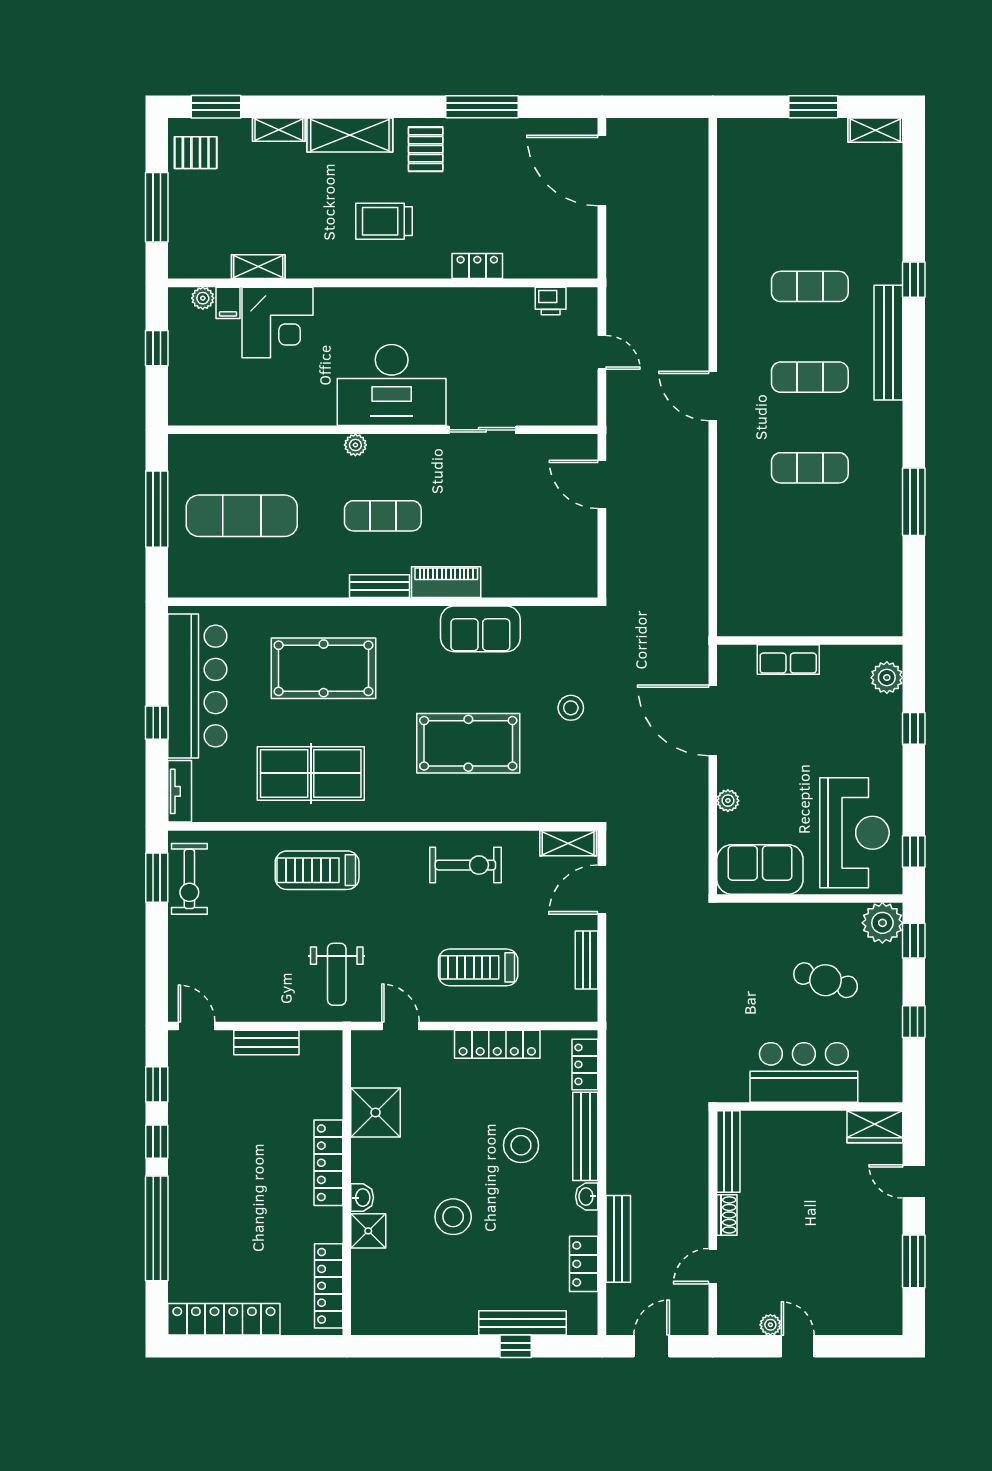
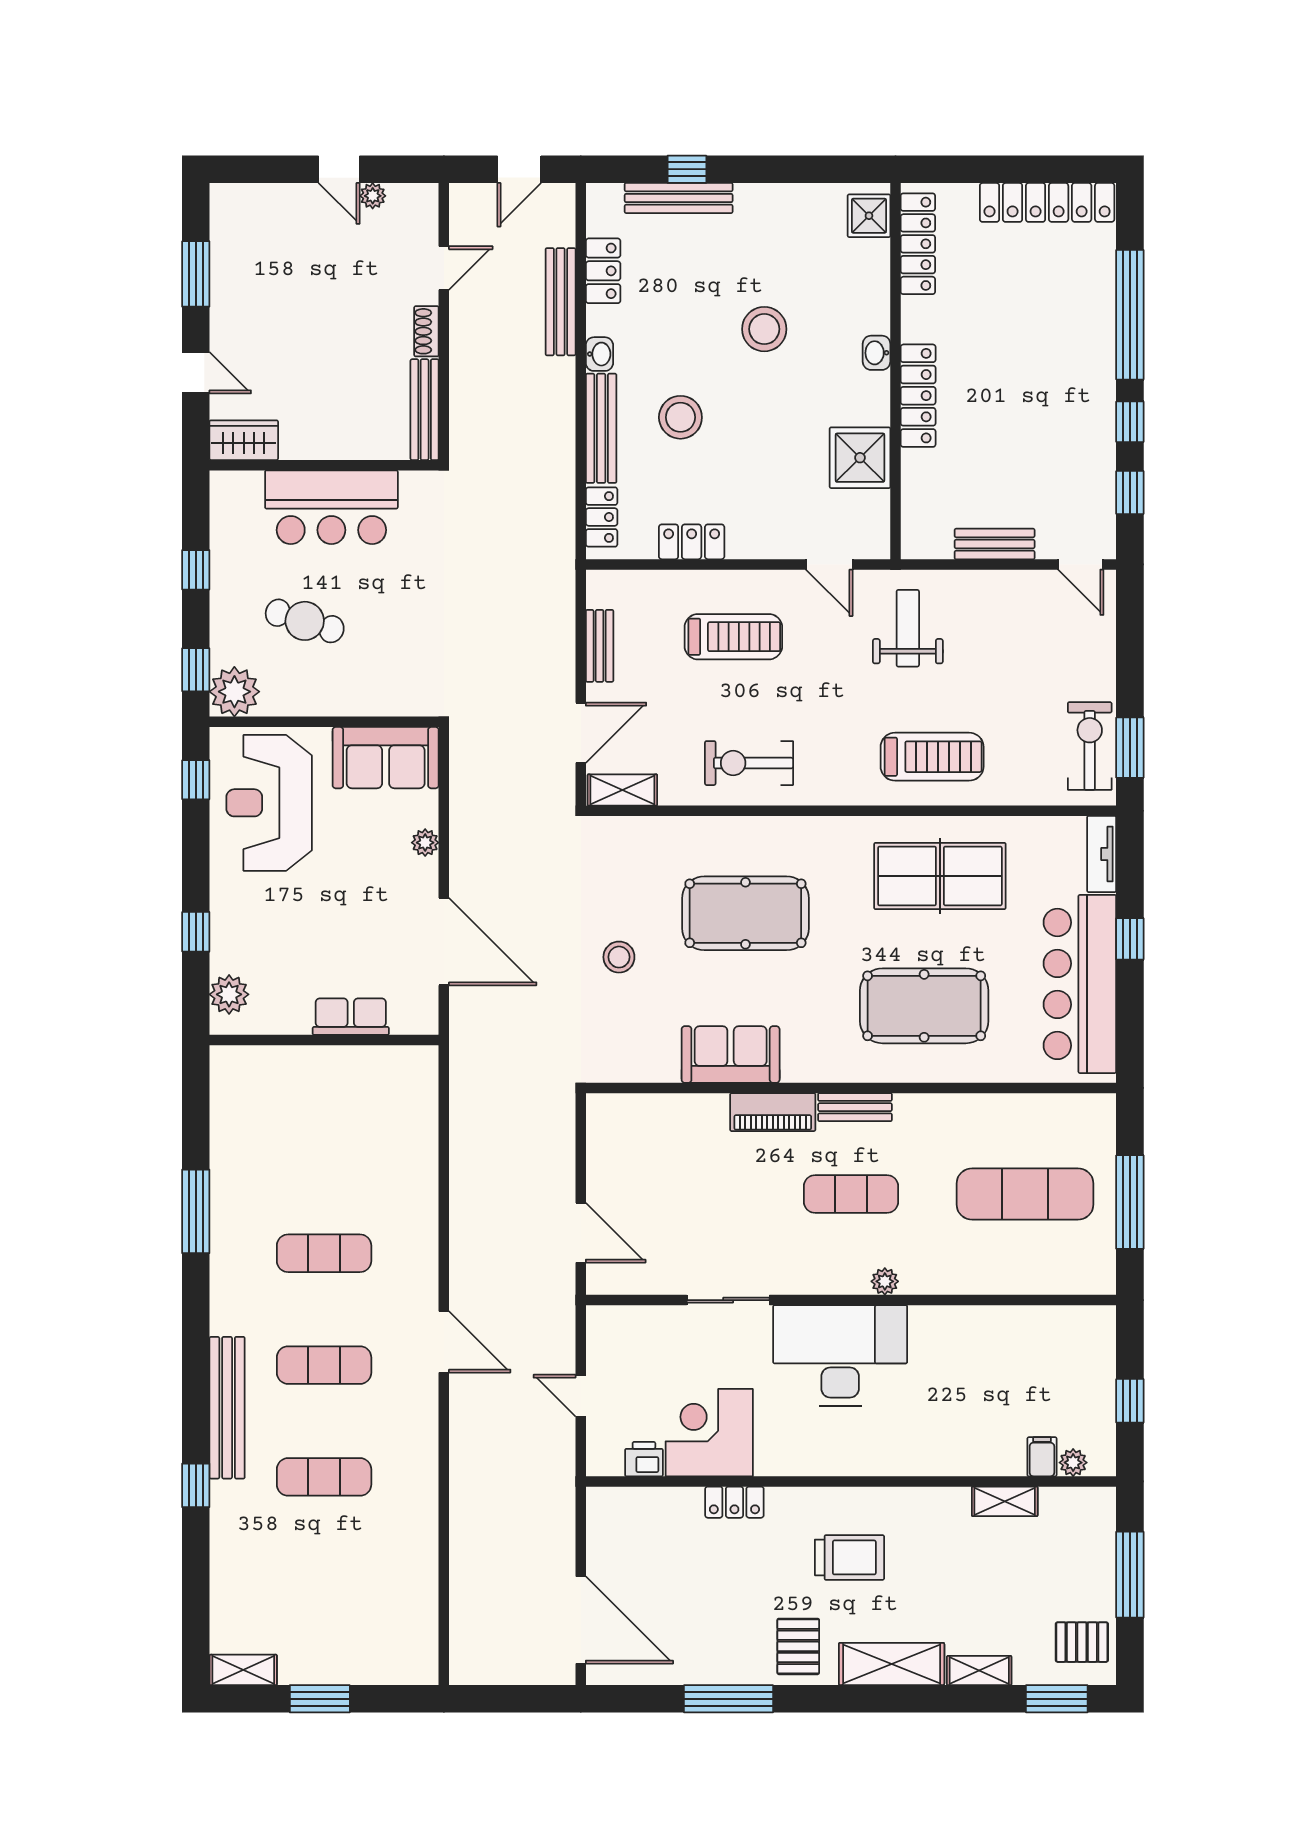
corner desk: (278, 322) -> (709, 1433), moved
locker: (497, 1044) -> (692, 542), width x0.66
shower: (368, 1231) -> (869, 216), moved

